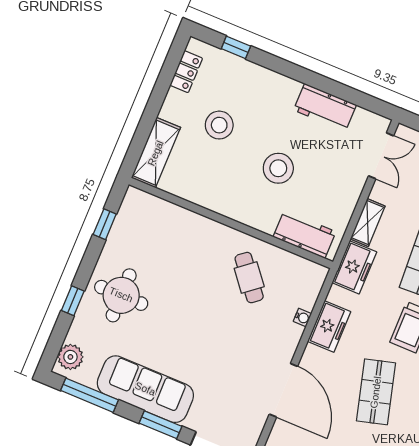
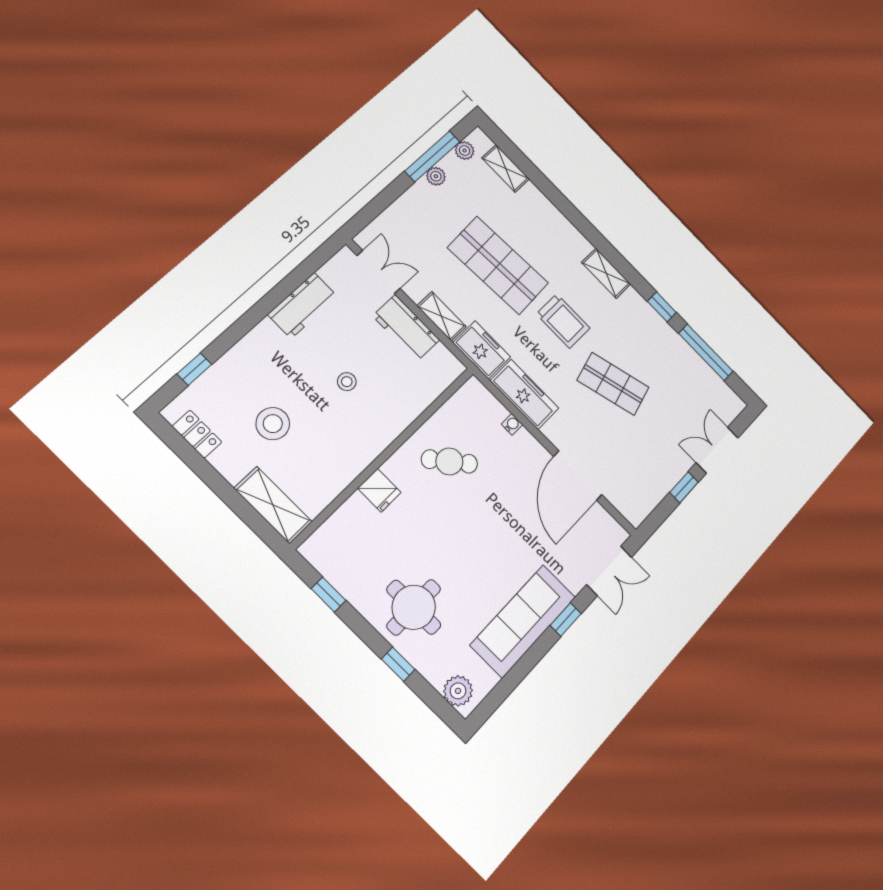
stool: (278, 168) -> (347, 382), width x0.53, depth x0.53
fridge: (202, 230) -> (379, 490), added
workbench: (305, 234) -> (406, 328), moved, turned -90
freezer: (329, 326) -> (525, 394), width x1.40
door: (283, 390) -> (578, 475), swing flipped
window: (90, 395) -> (507, 685), removed
window: (161, 425) -> (566, 620), width x0.67

